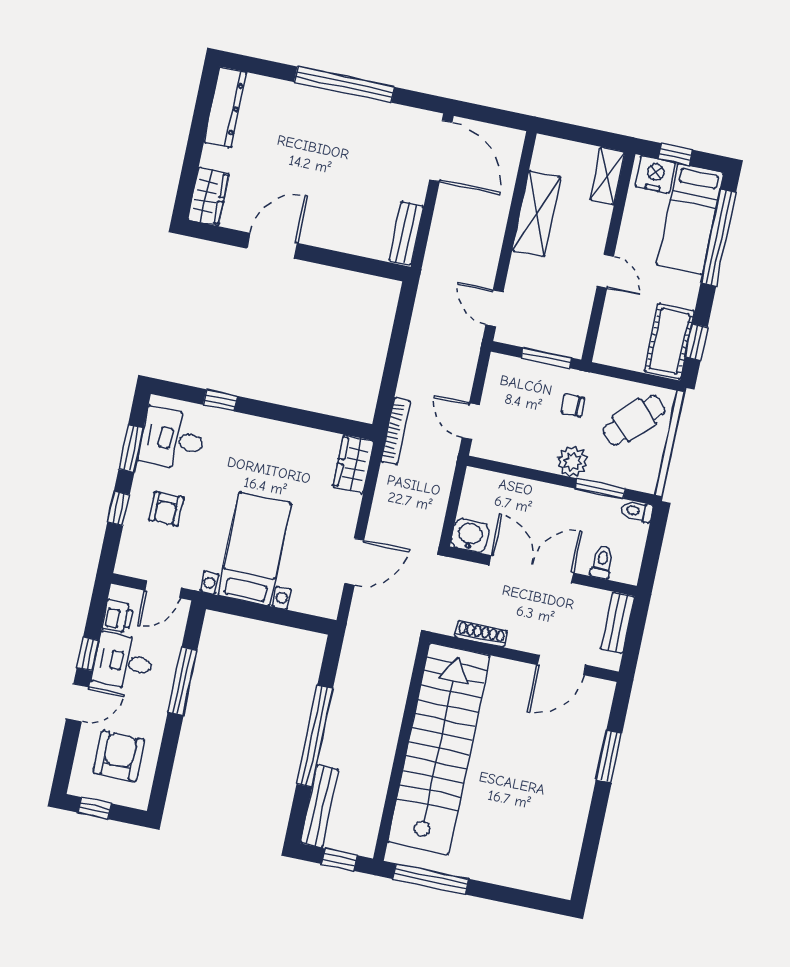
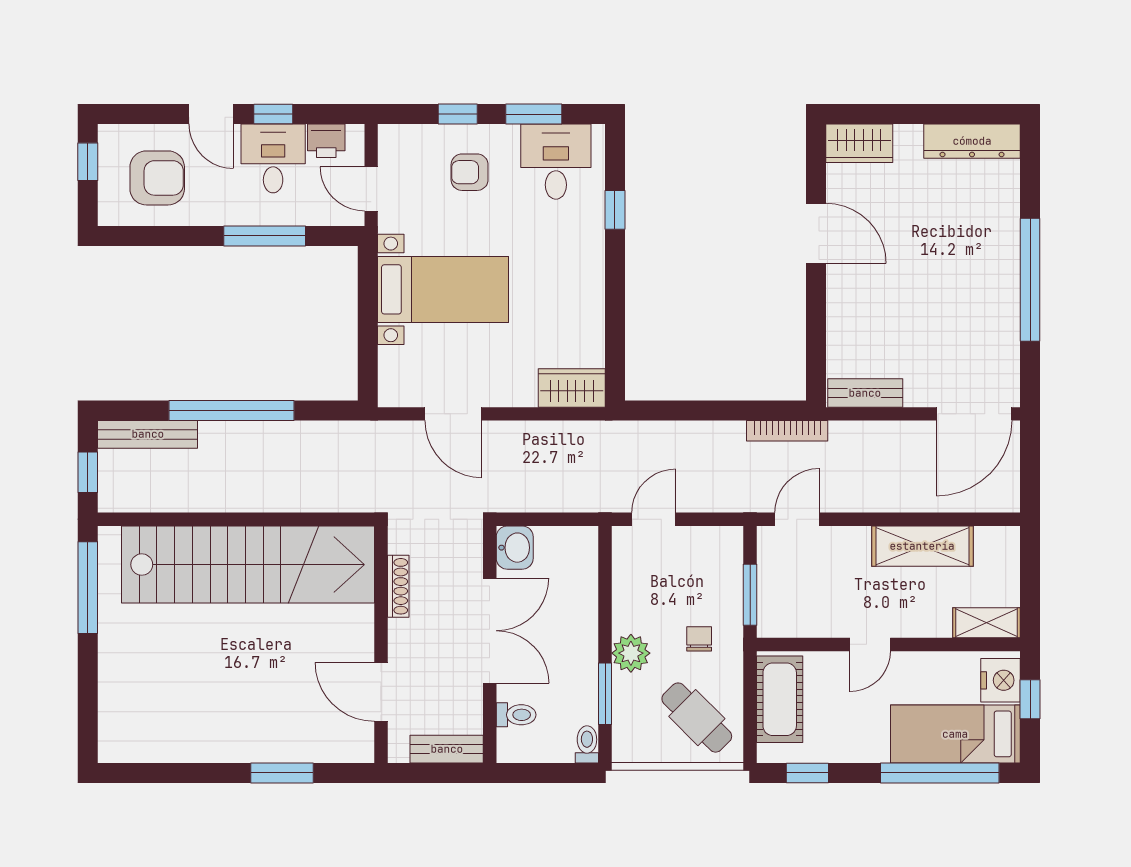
cot: (669, 341) -> (780, 699), moved, turned 90
bookcase: (396, 431) -> (787, 431), moved

